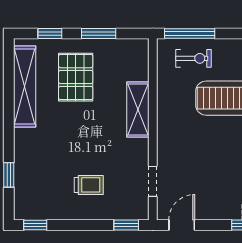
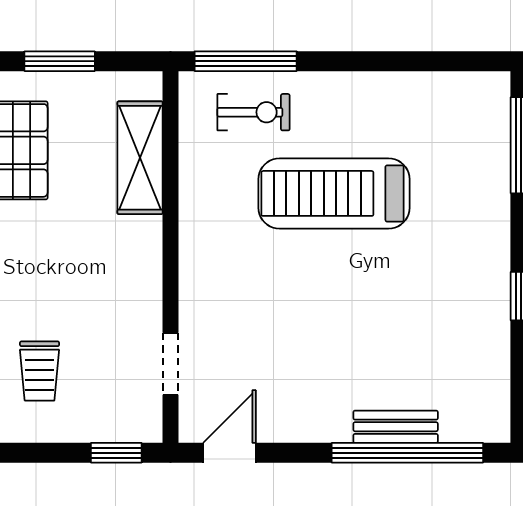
shelving: (138, 110) -> (140, 158), moved
trolley: (89, 185) -> (40, 371), turned 90

